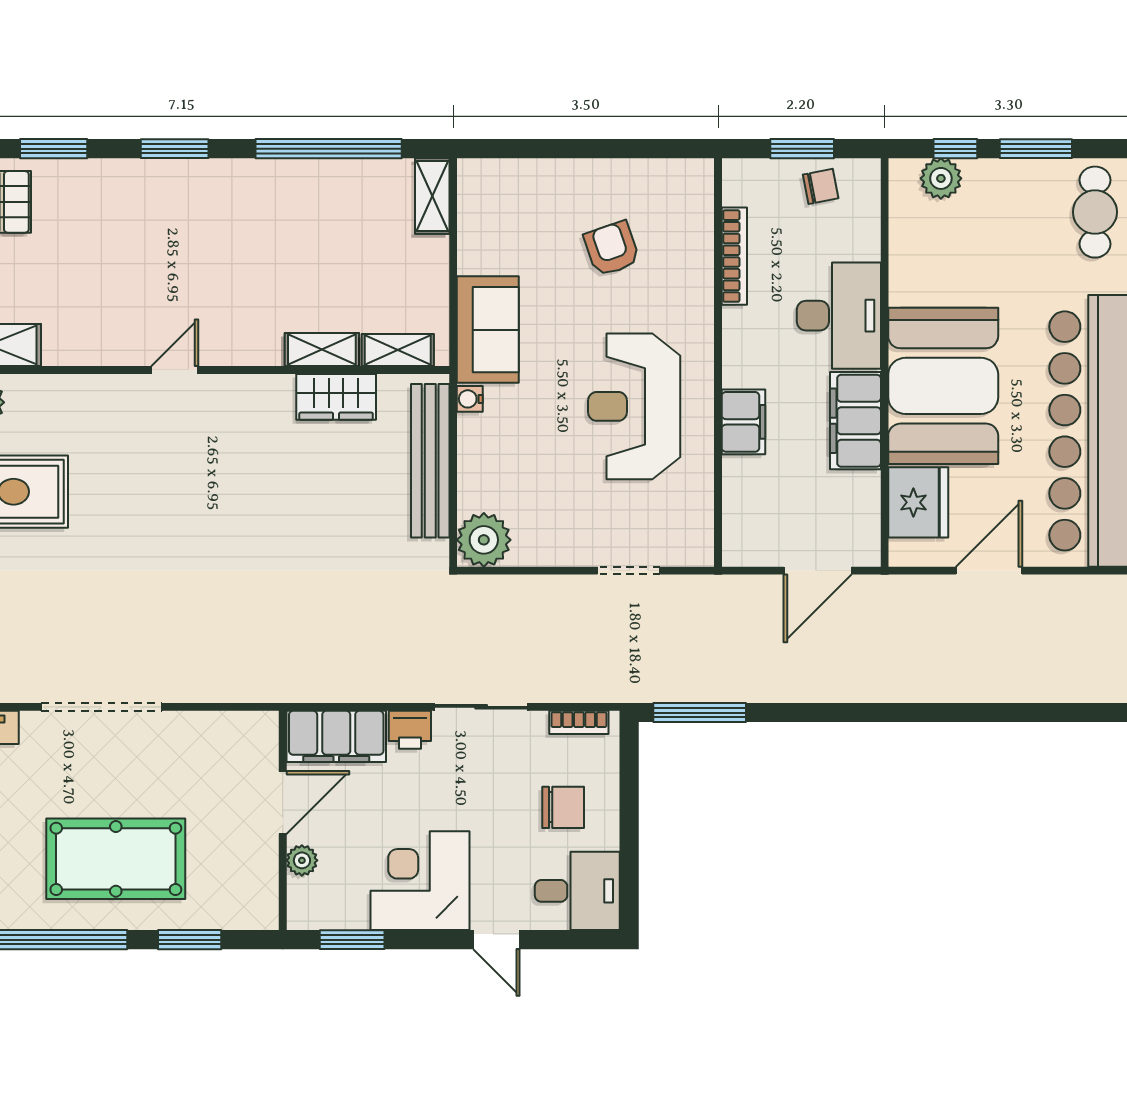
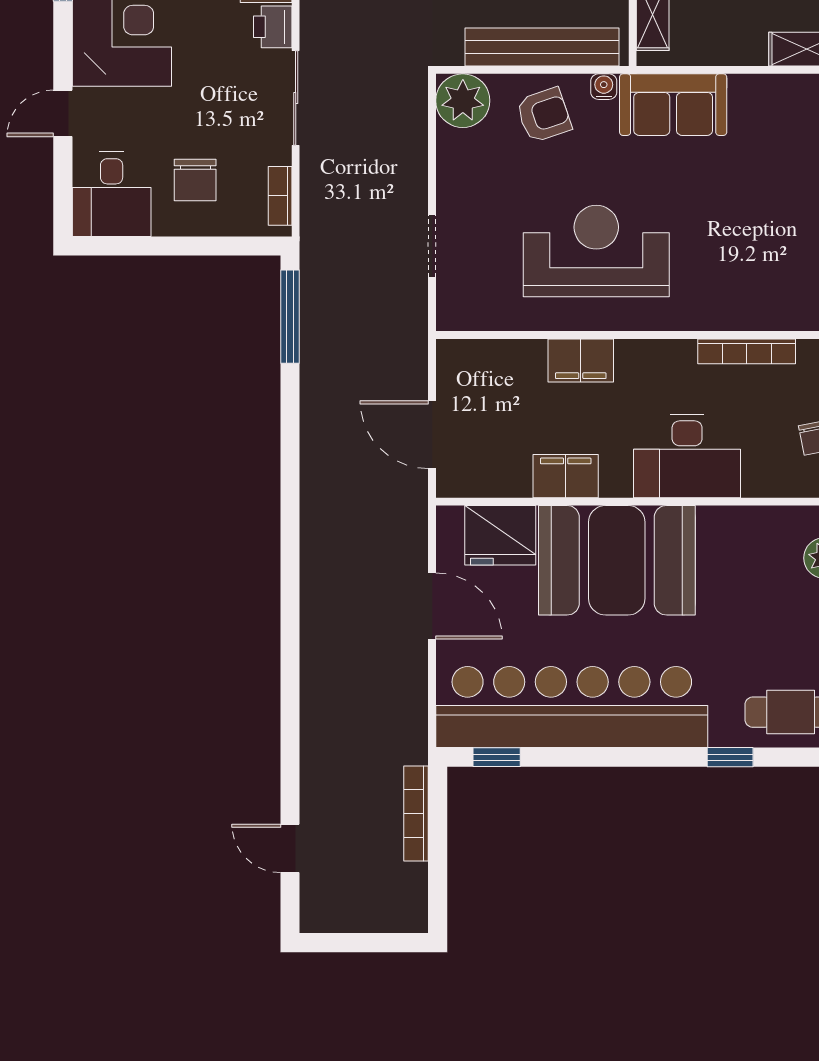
armchair: (612, 248) -> (544, 115), moved
filing cabinet: (855, 421) -> (566, 476), width x0.67, depth x0.86

